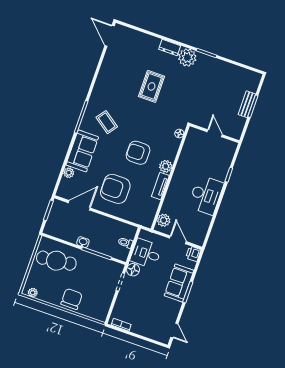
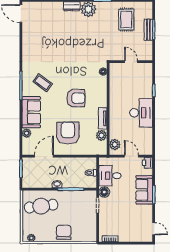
rug: (151, 86) -> (126, 20), moved
armchair: (138, 153) -> (76, 98), turned 180
plant: (166, 166) -> (101, 135), moved
armchair: (115, 189) -> (68, 133), turned 90

